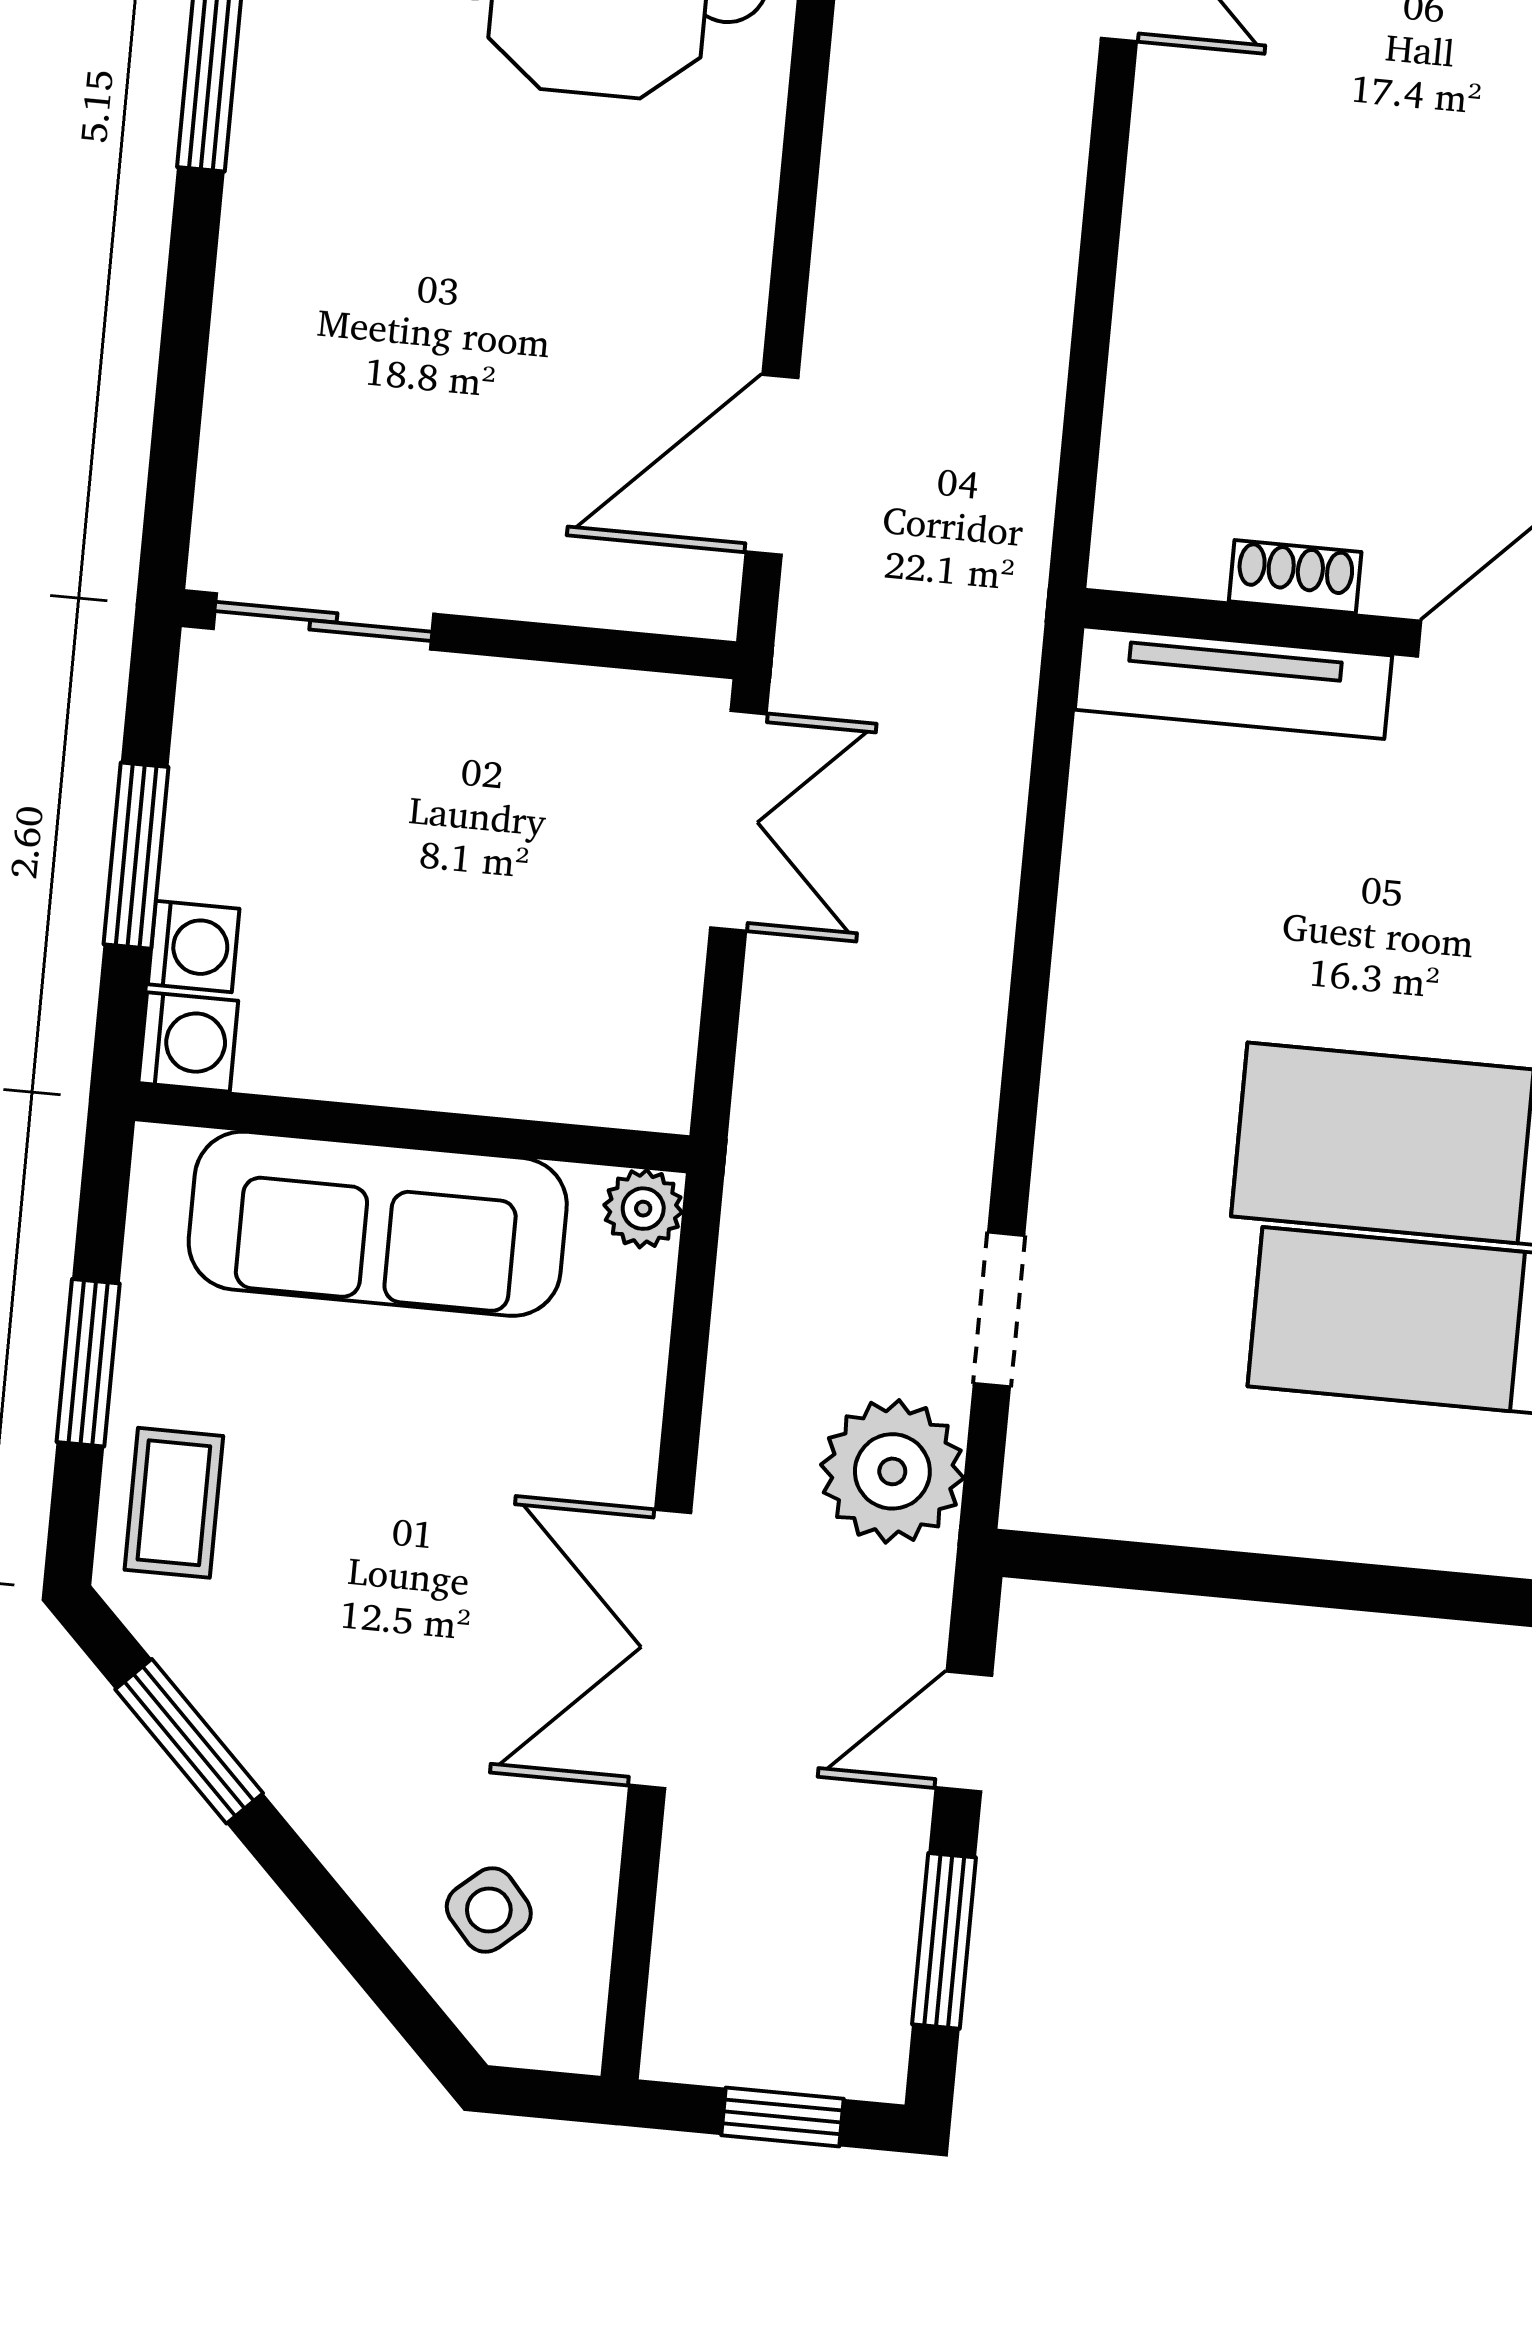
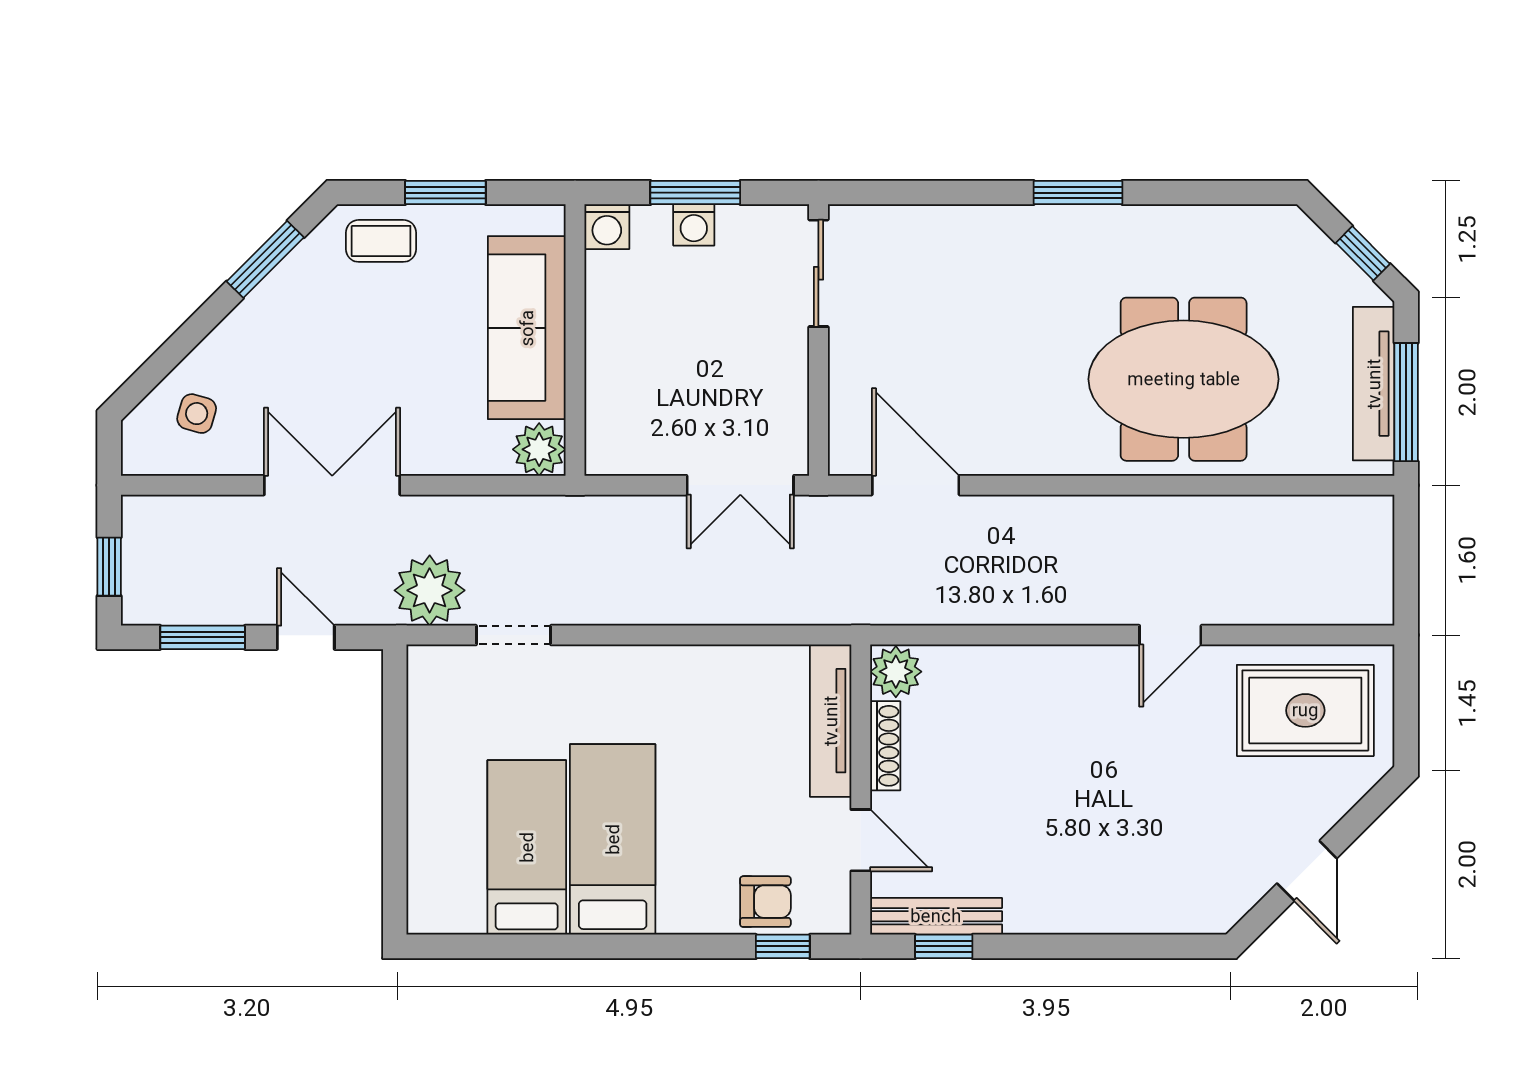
plant: (1147, 541) -> (896, 672), added
shoe rack: (1295, 577) -> (885, 746), width x1.43
washing machine: (194, 947) -> (694, 225), moved
plant: (643, 1209) -> (539, 449), width x1.38, depth x1.38
side table: (489, 1910) -> (197, 414), turned -33

